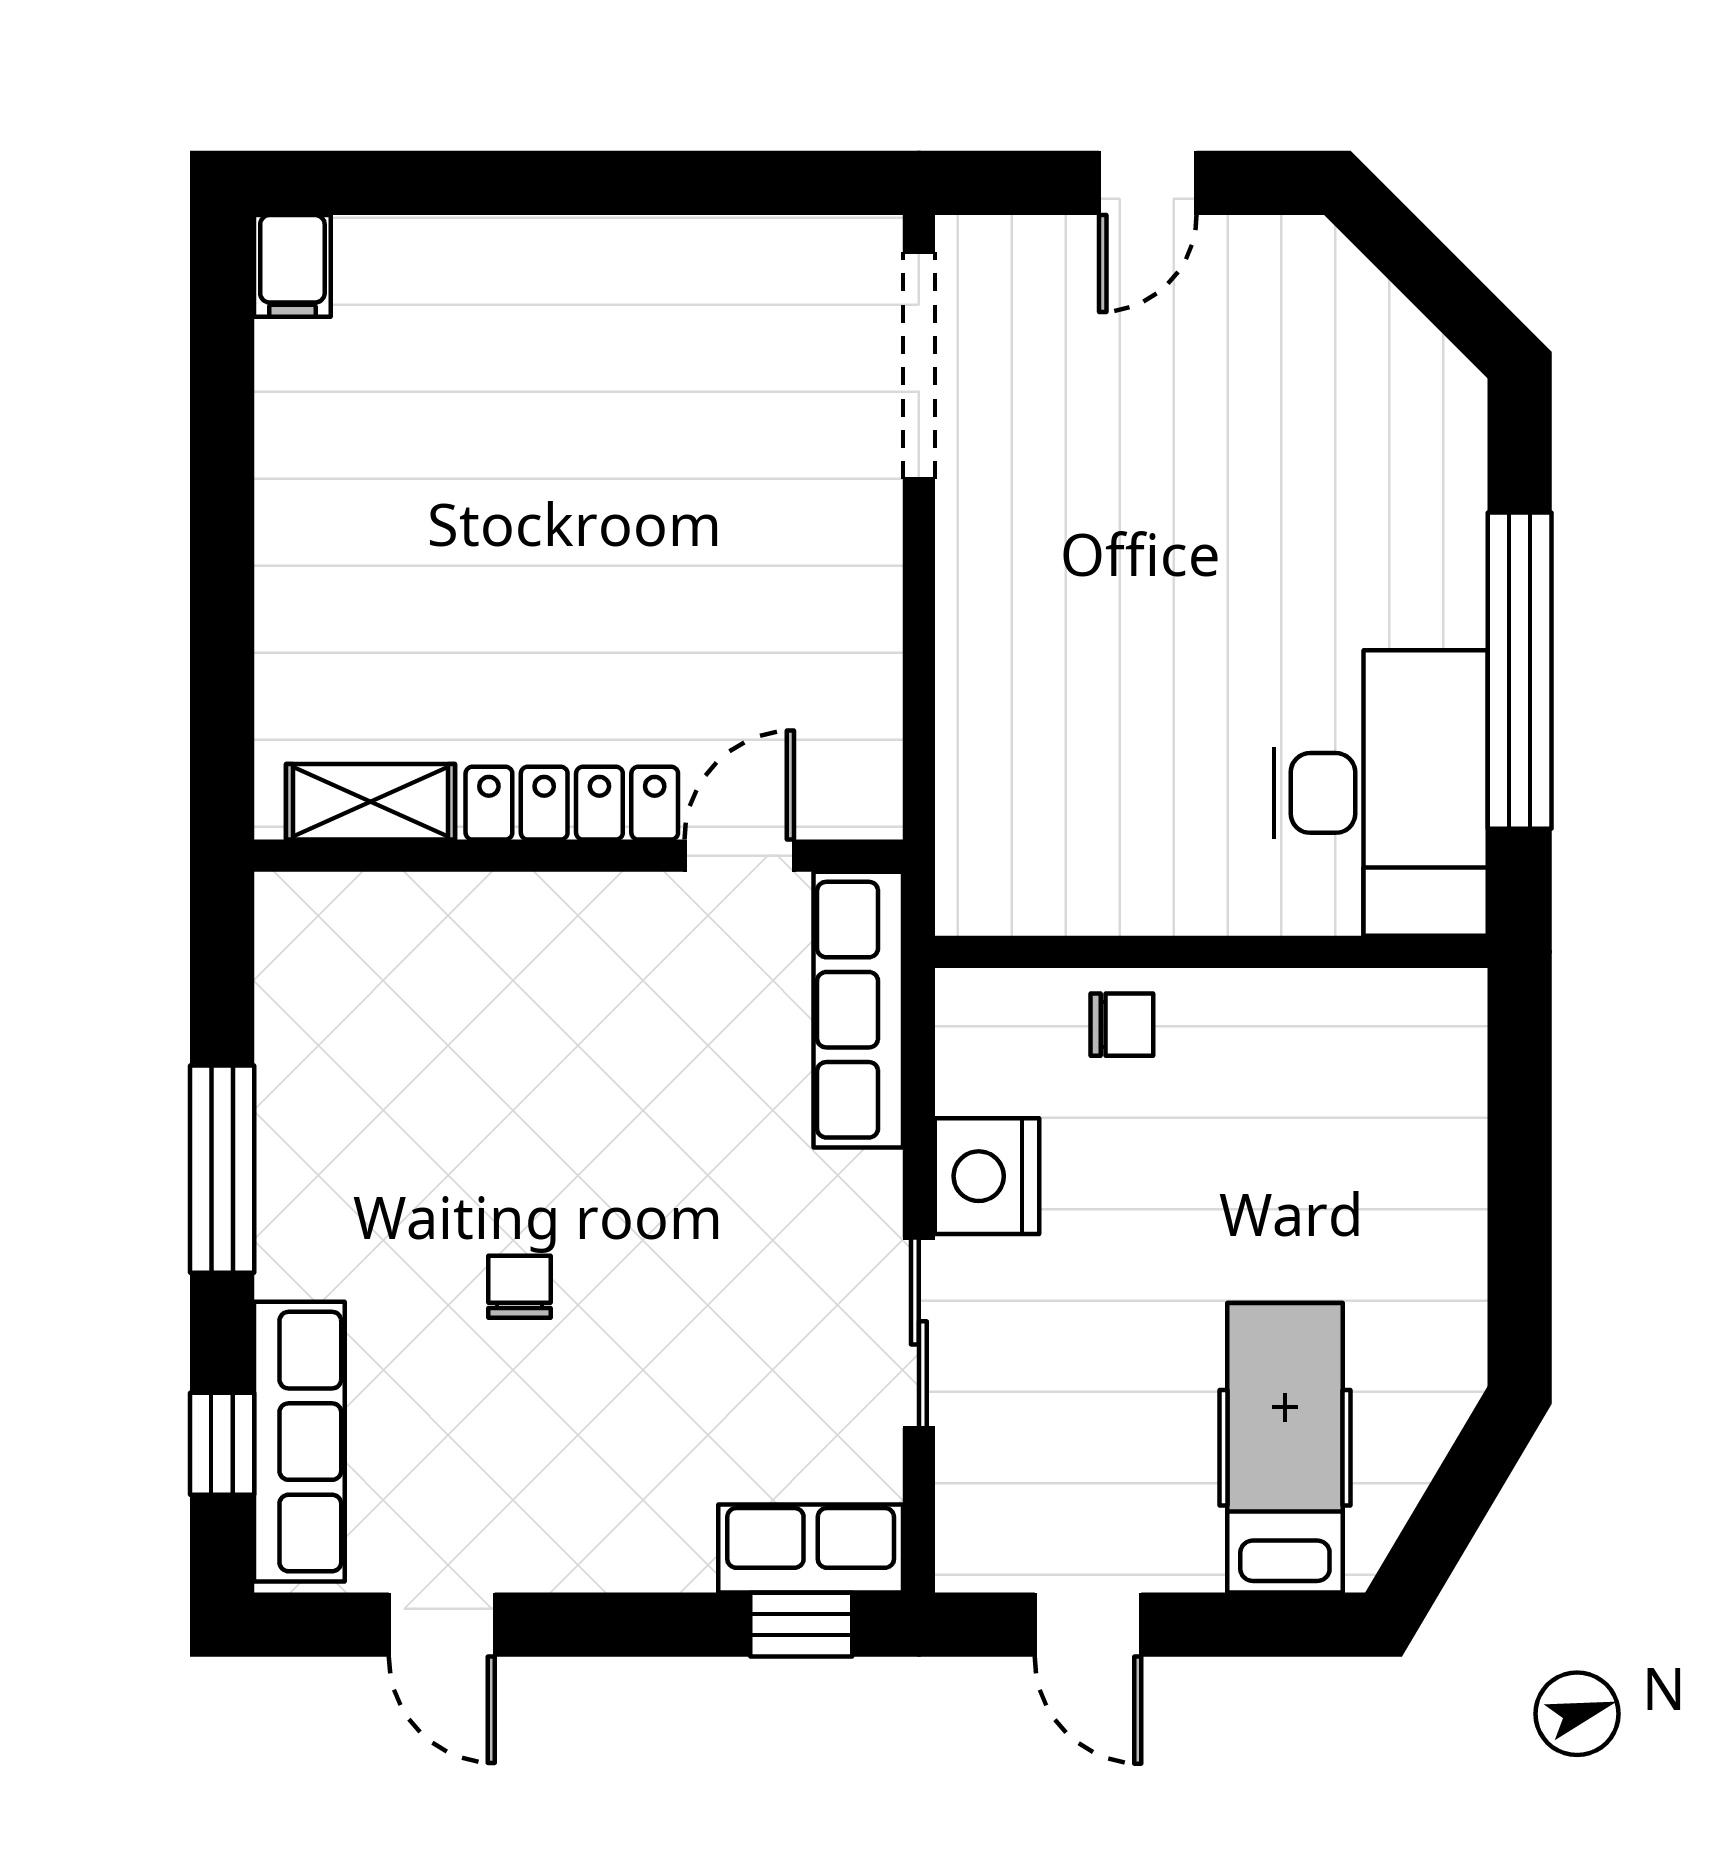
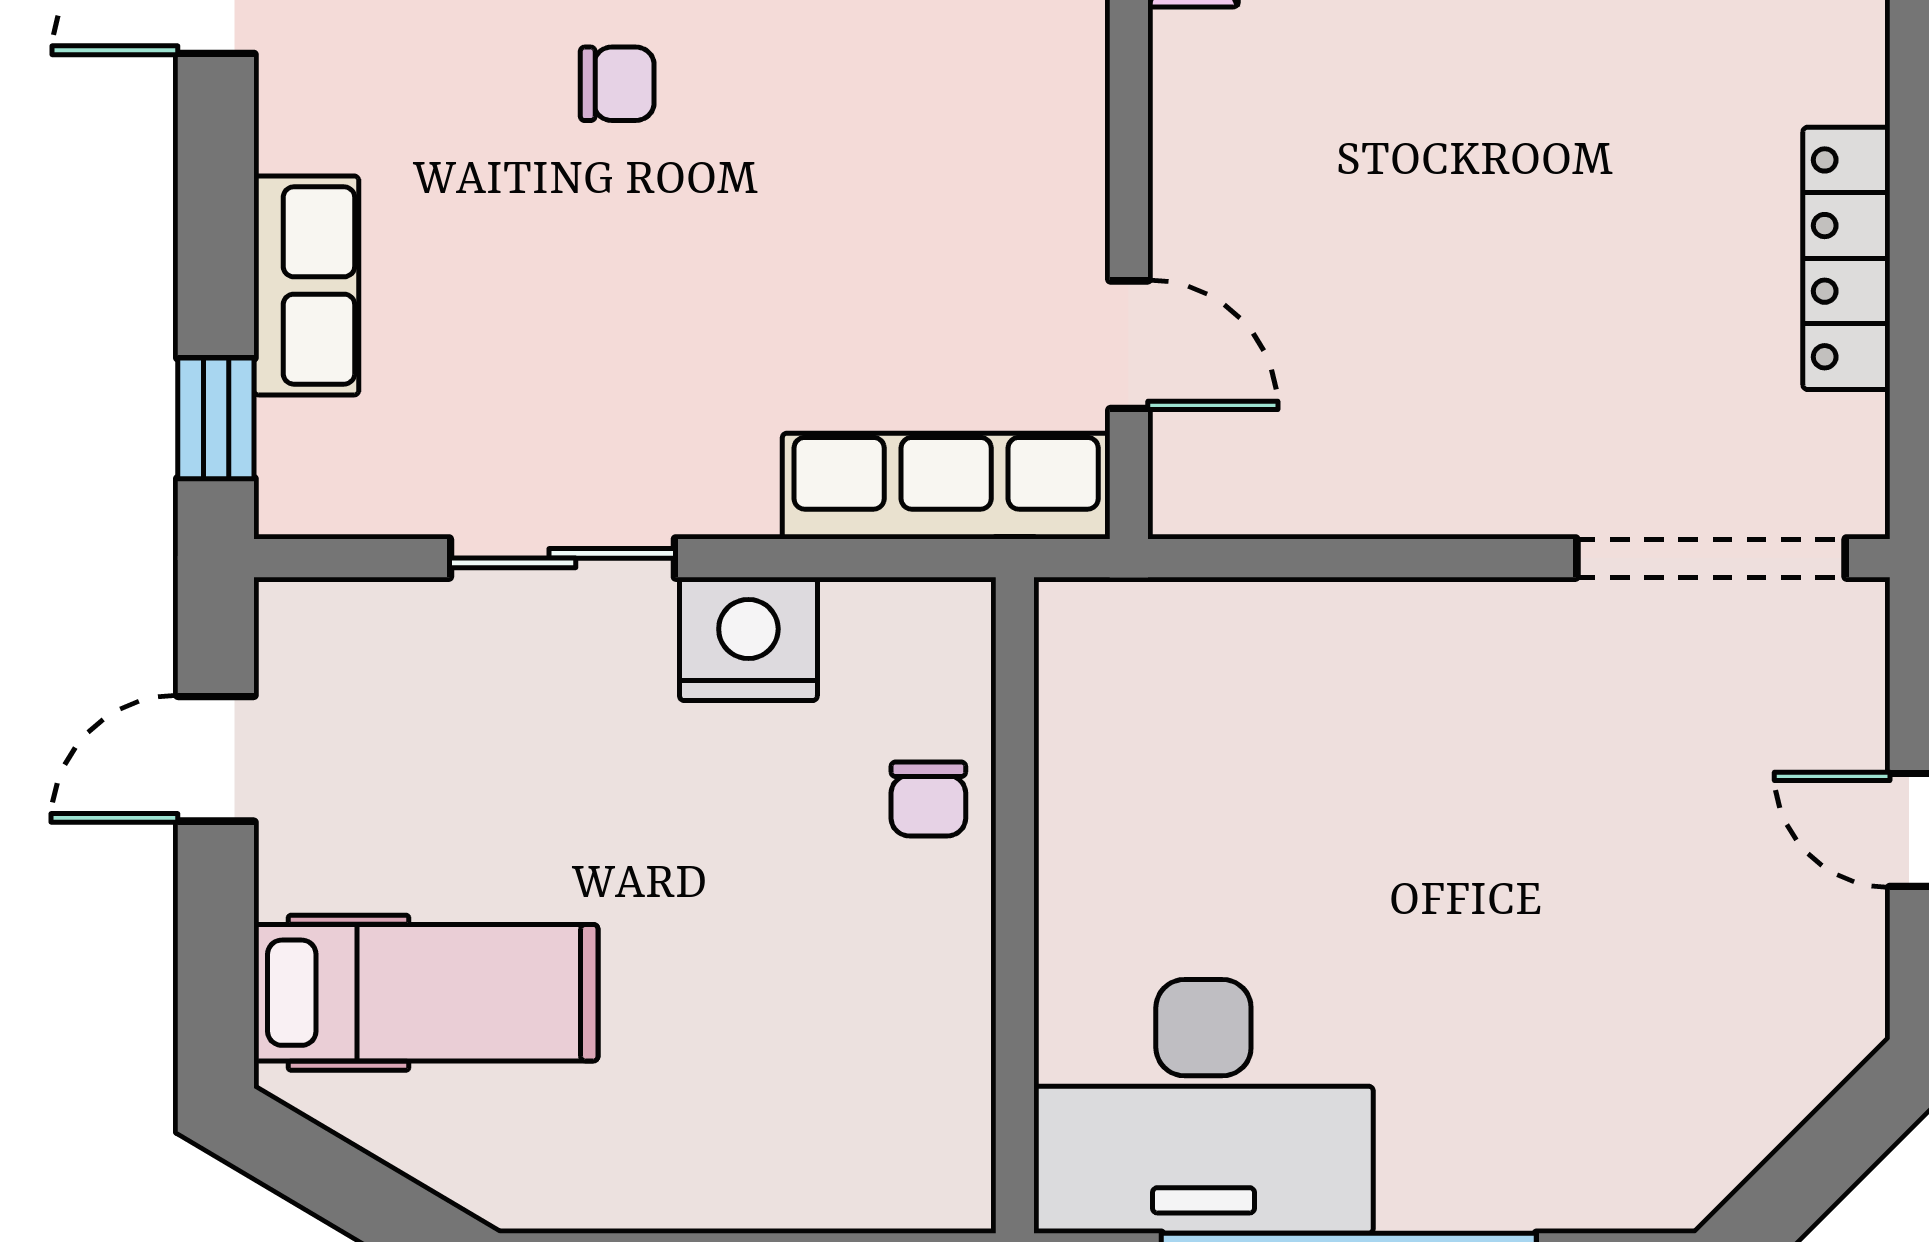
locker: (572, 803) -> (1846, 258), moved, turned 180
row of seats: (811, 1549) -> (306, 285), moved

